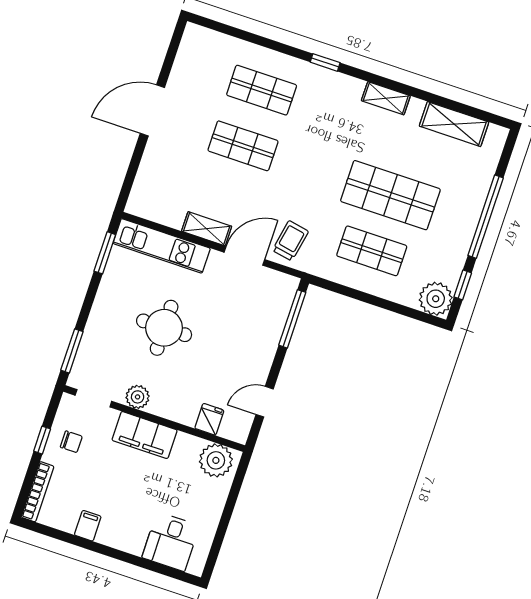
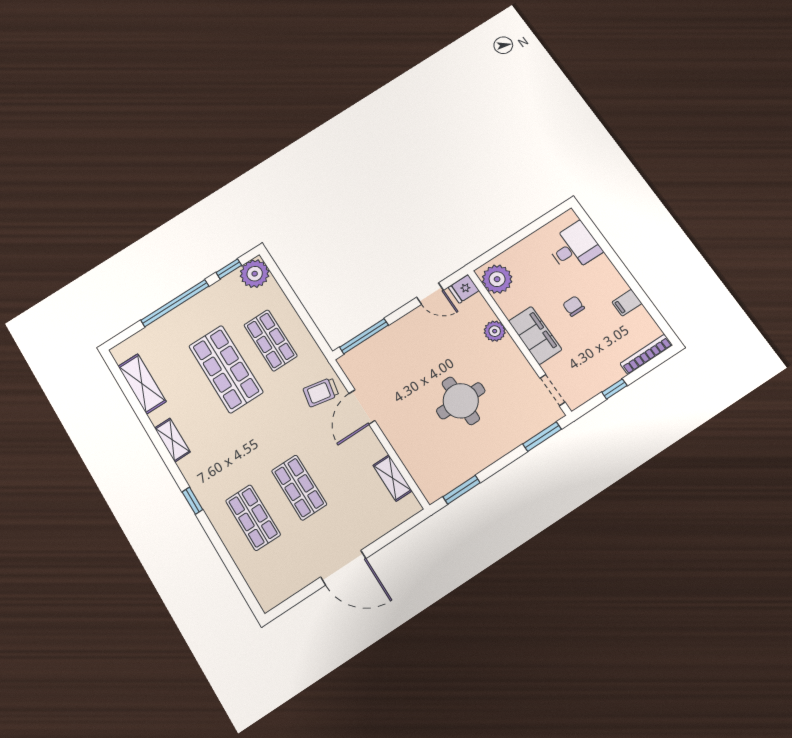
shelving: (207, 229) -> (393, 478), moved
kitchen unit: (162, 246) -> (416, 462), removed
door: (244, 256) -> (362, 407), hinge flipped
plant: (138, 397) -> (495, 331), moved
fridge: (209, 419) -> (464, 289), moved
chair: (71, 442) -> (574, 306), moved

